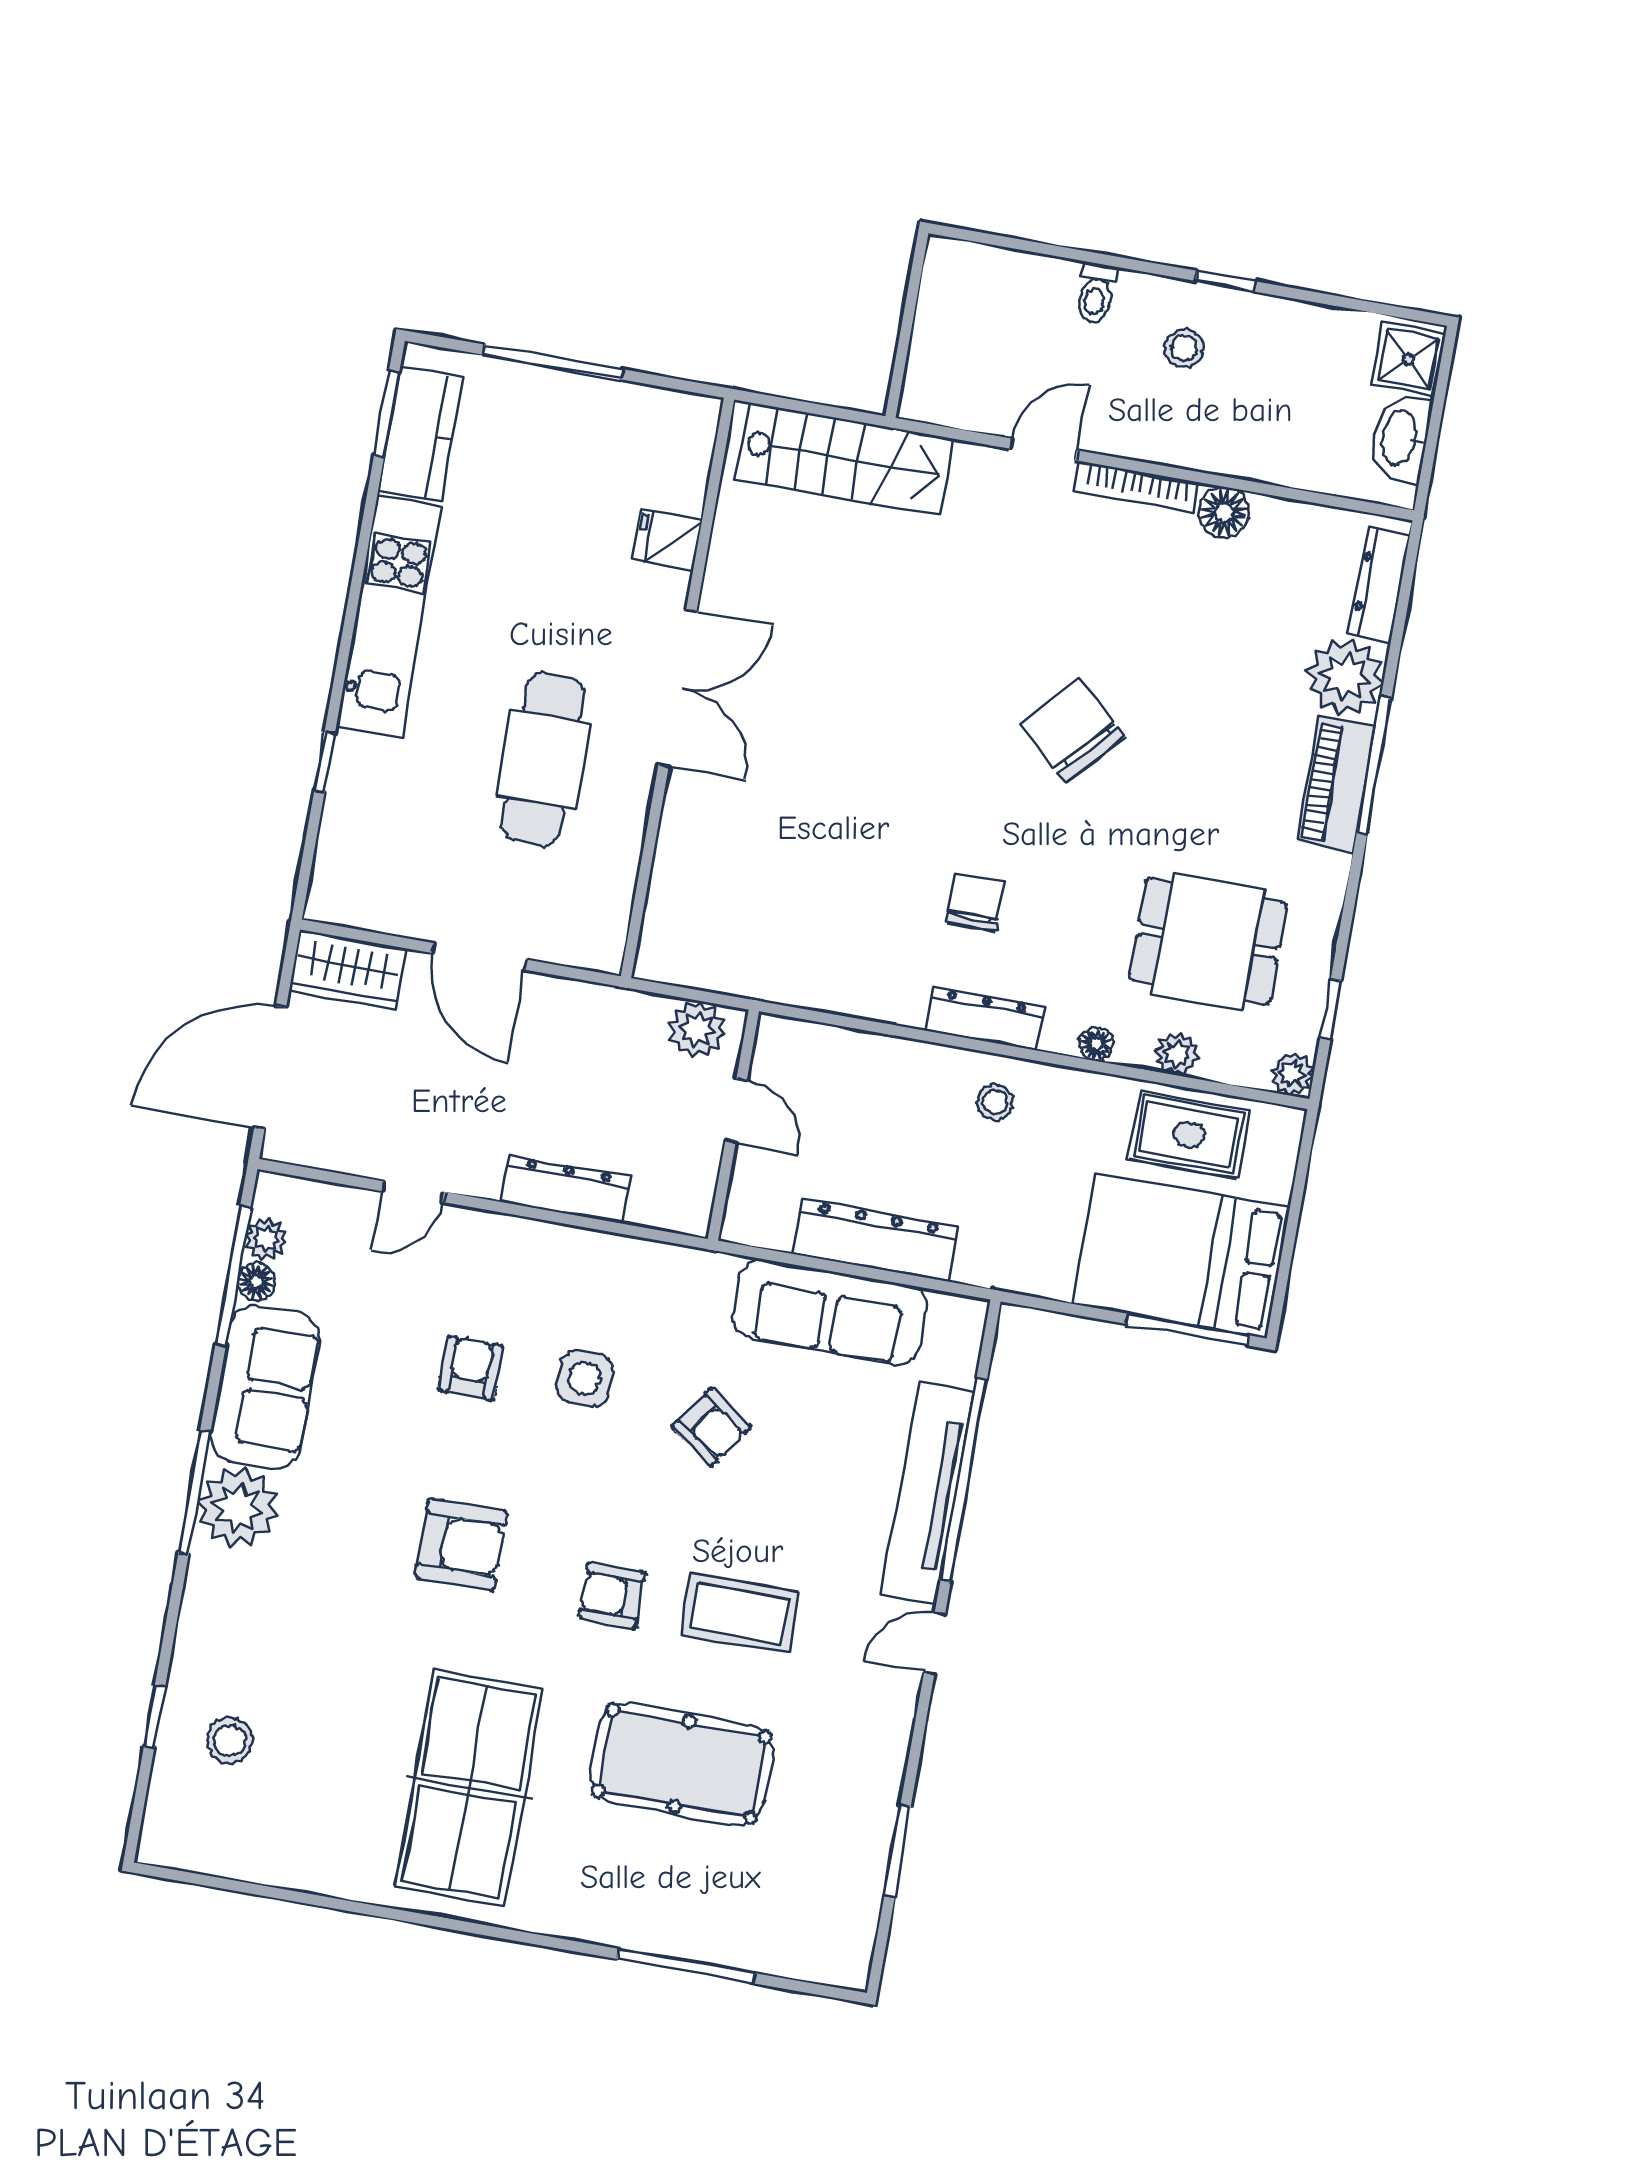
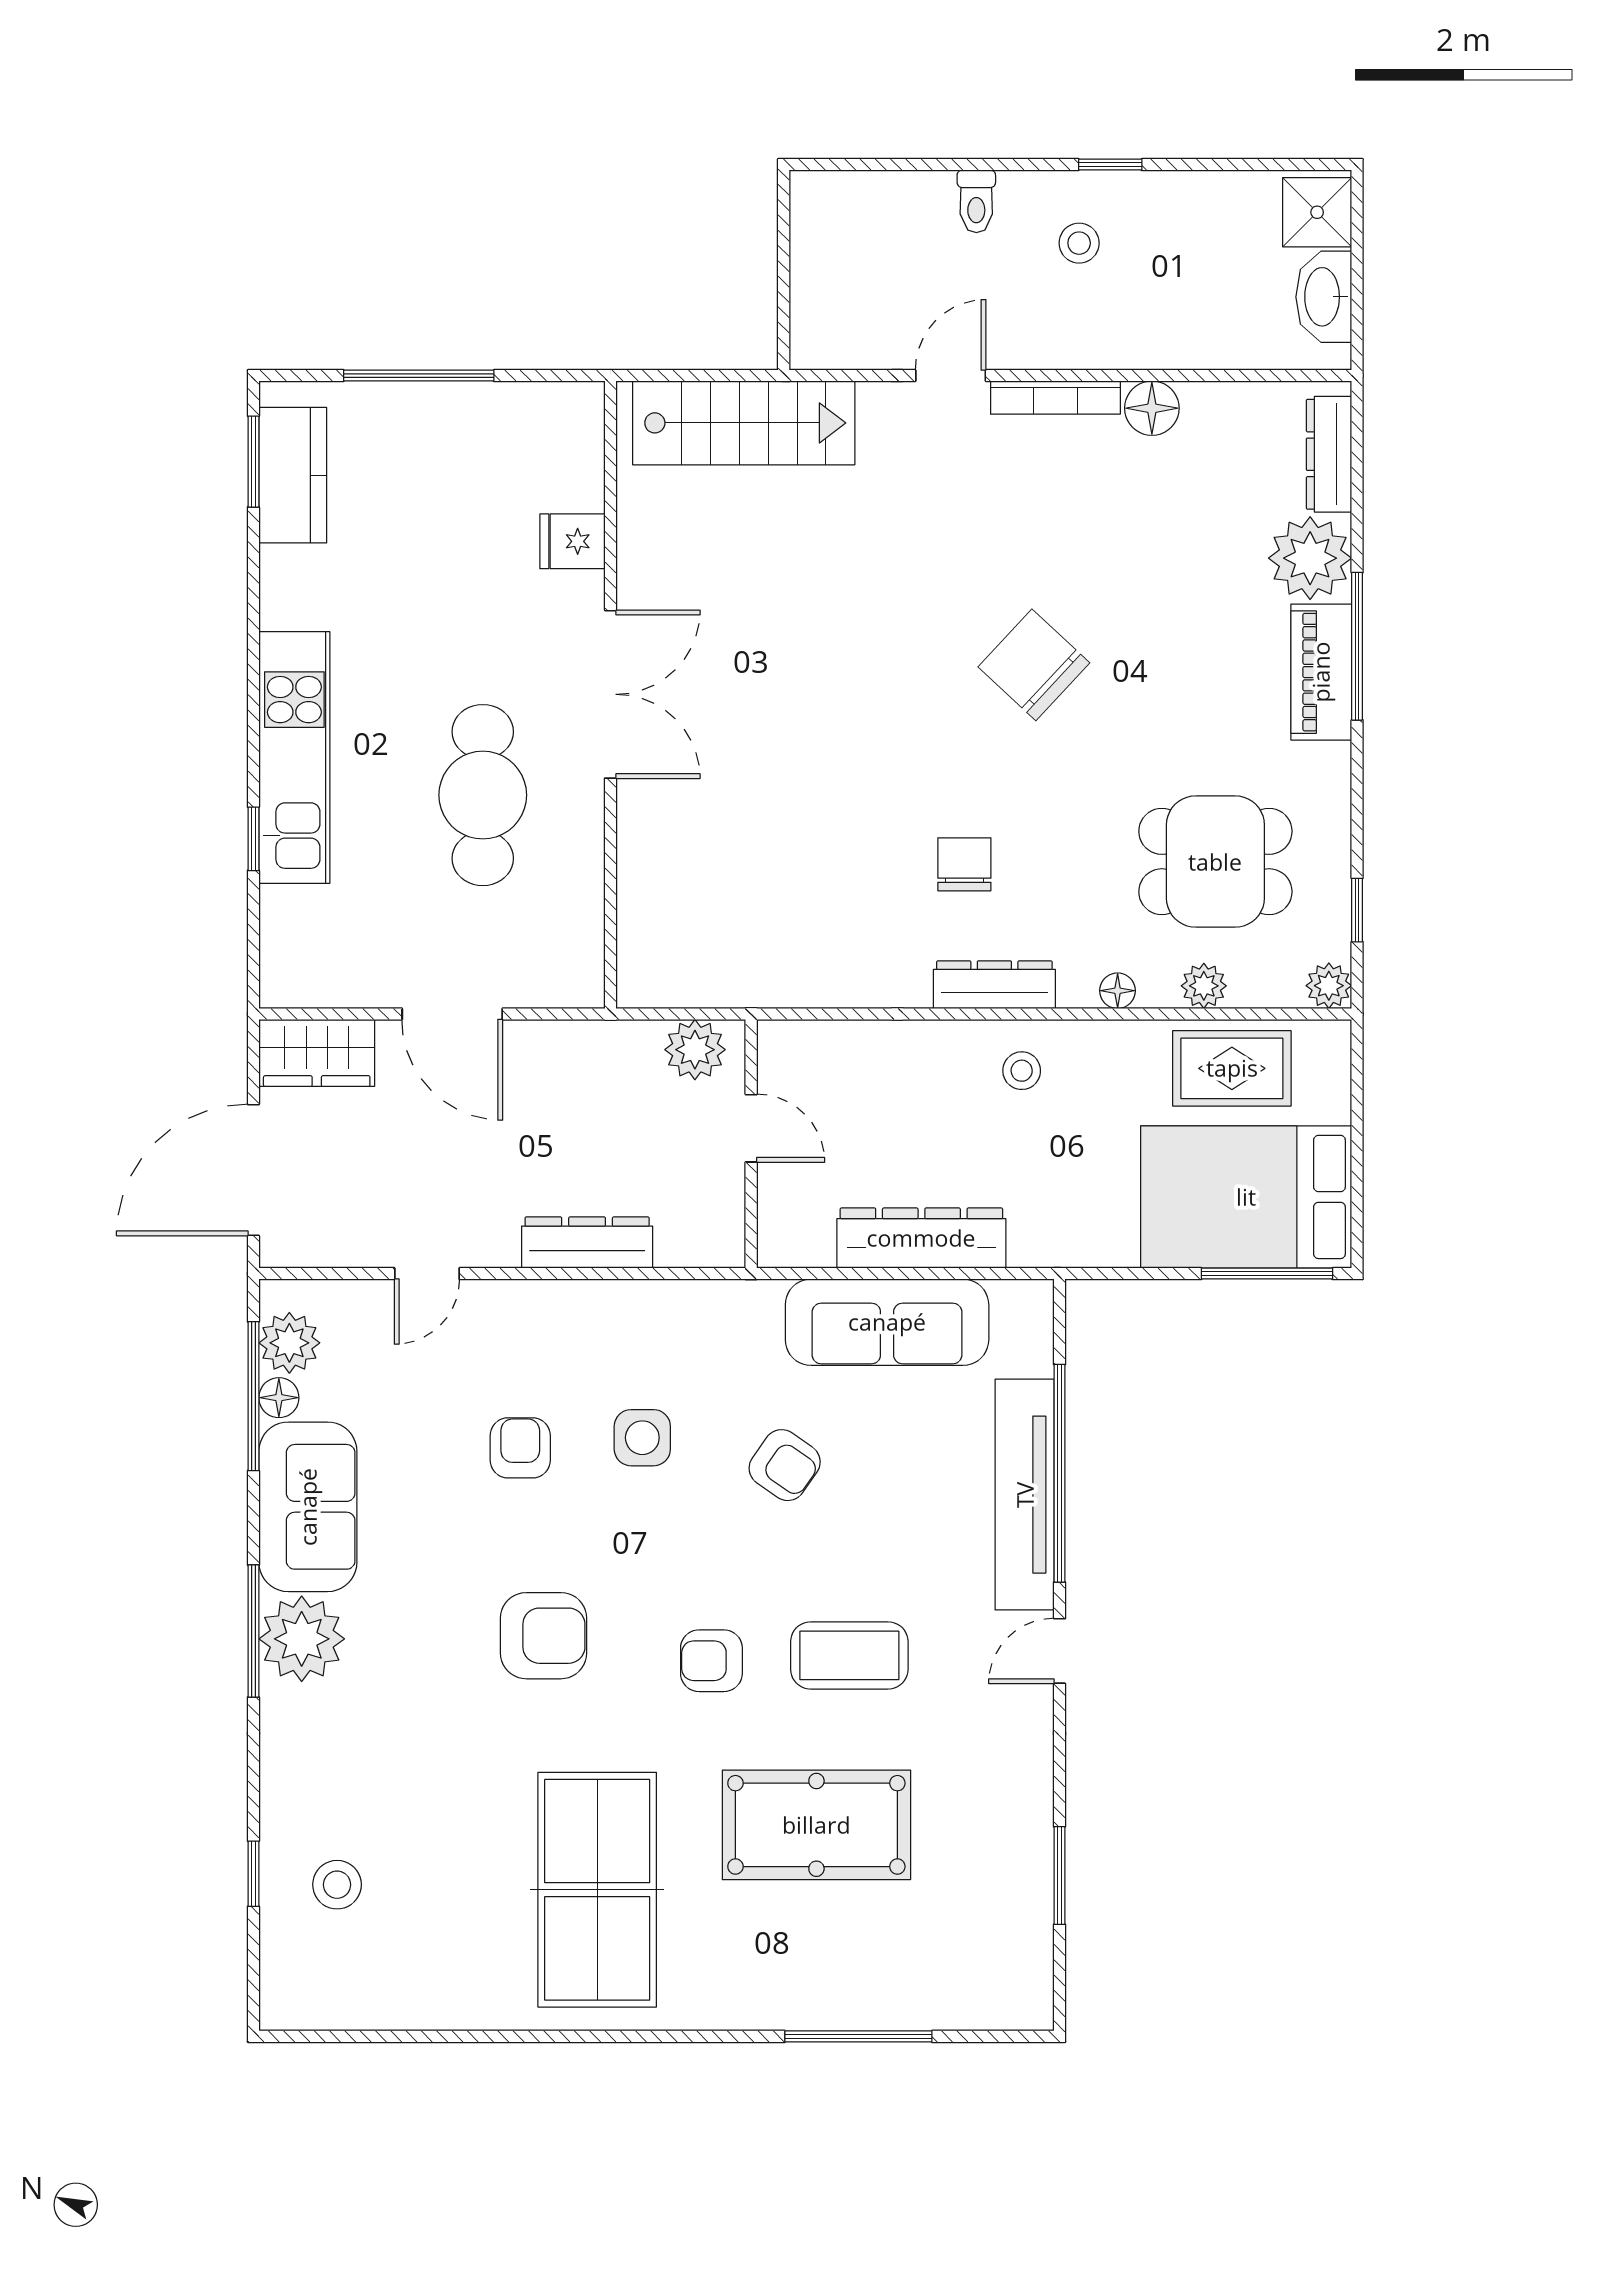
kitchen unit: (389, 616) -> (294, 757), moved
plant: (266, 1239) -> (289, 1343), width x1.38, depth x1.38

